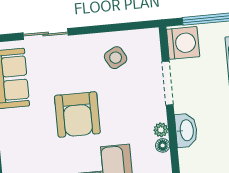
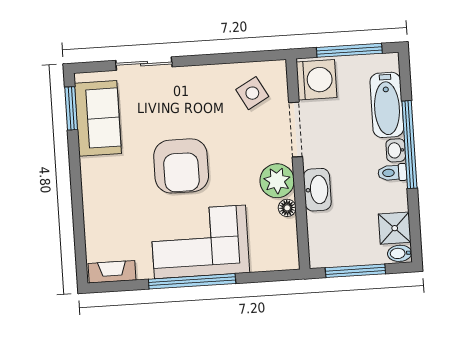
side table: (116, 58) -> (252, 93), moved
plant: (161, 130) -> (277, 181), width x1.88, depth x1.88

